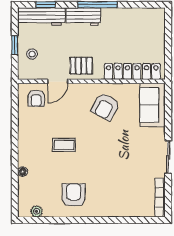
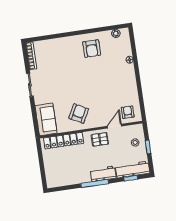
coffee table: (64, 145) -> (104, 82), removed

